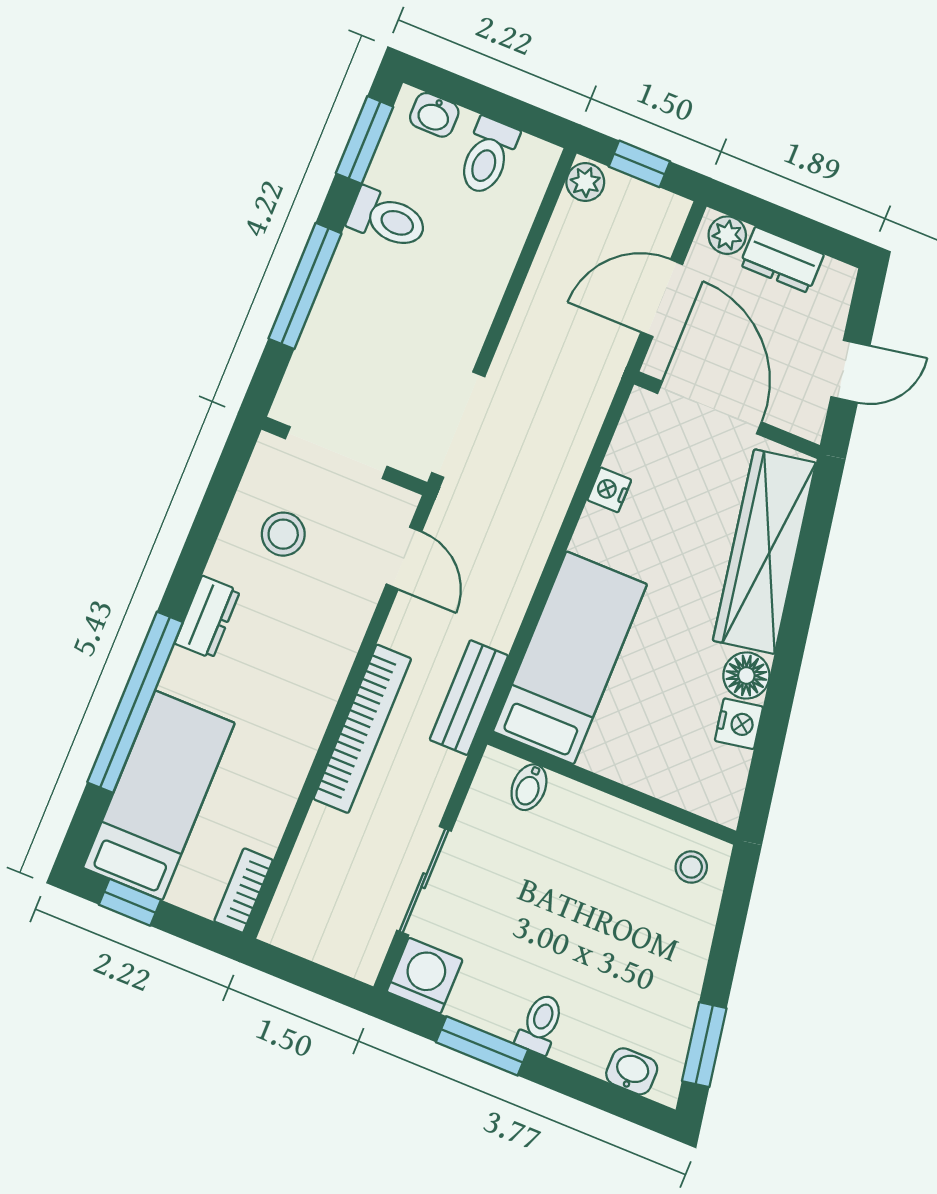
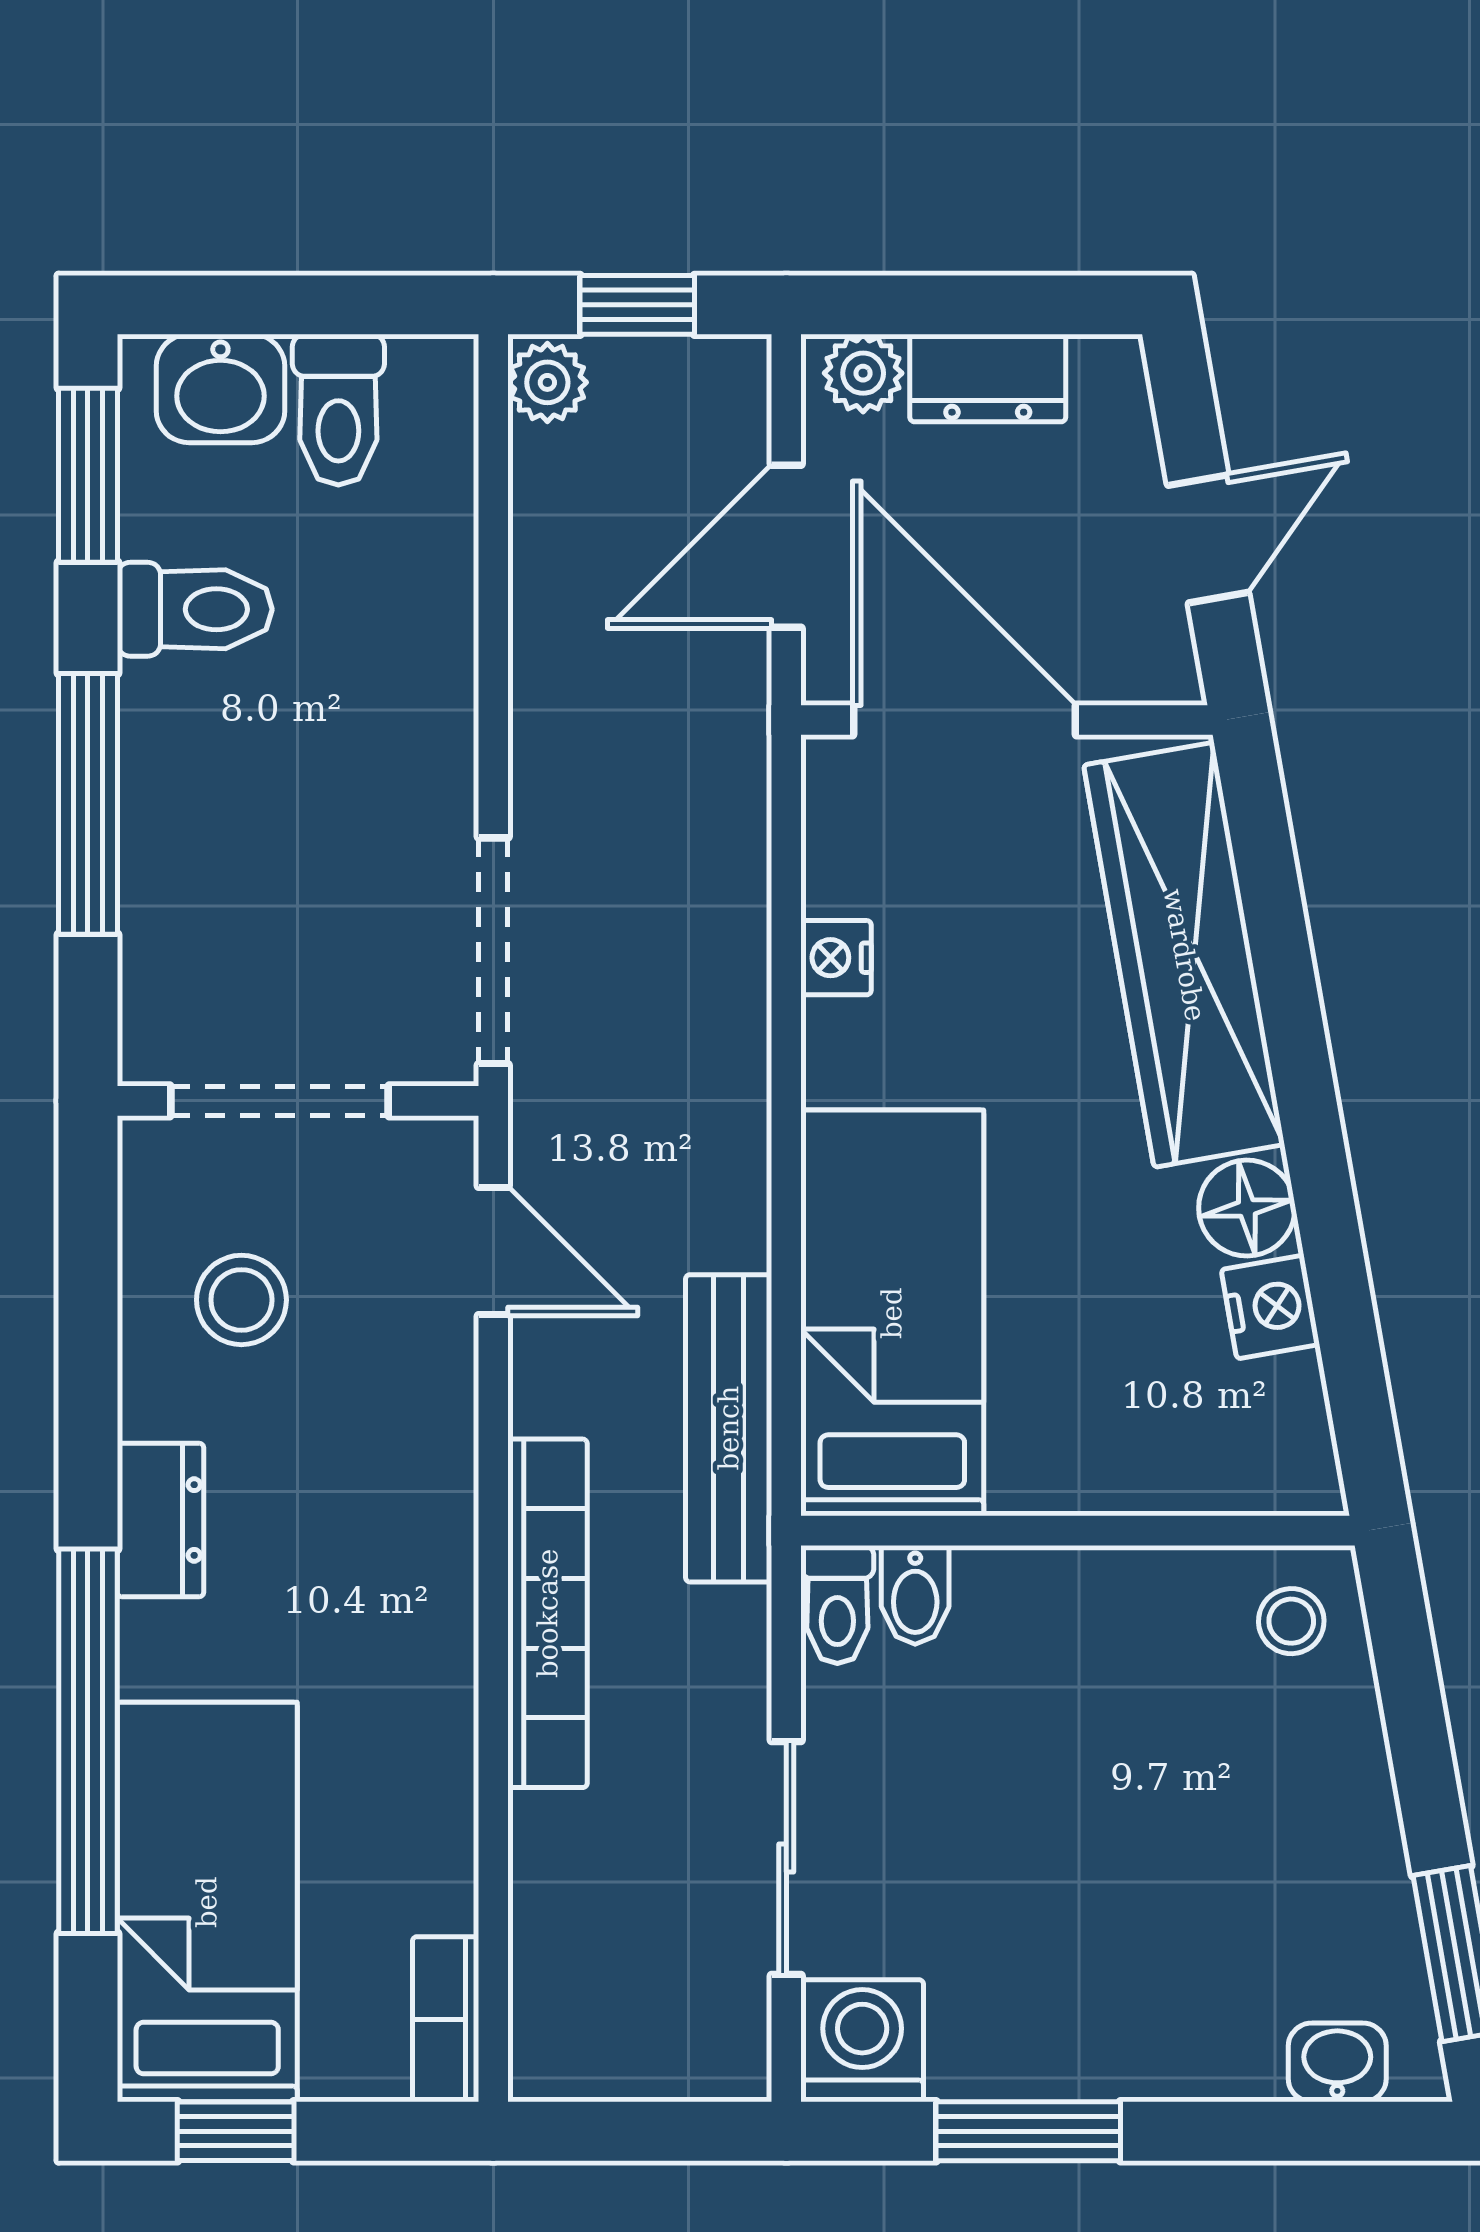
washbasin: (434, 115) -> (220, 388), width x1.38, depth x1.45
bench: (469, 698) -> (729, 1428), width x1.36
toilet: (540, 1024) -> (837, 1604), moved, turned 180

